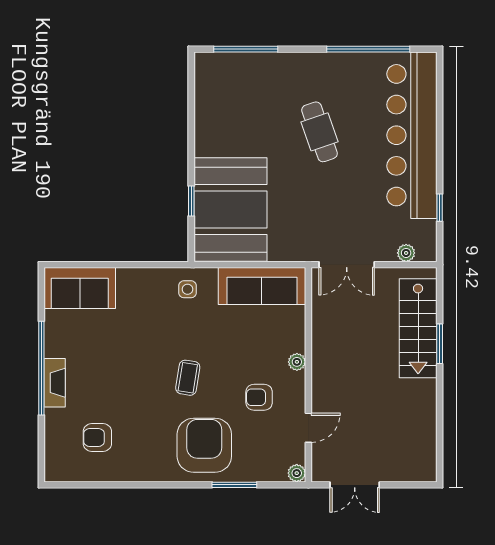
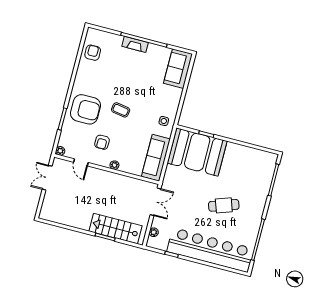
double door: (347, 265) -> (156, 202), swing flipped
armchair: (259, 397) -> (102, 142), turned 180
armchair: (97, 438) -> (93, 53), moved

